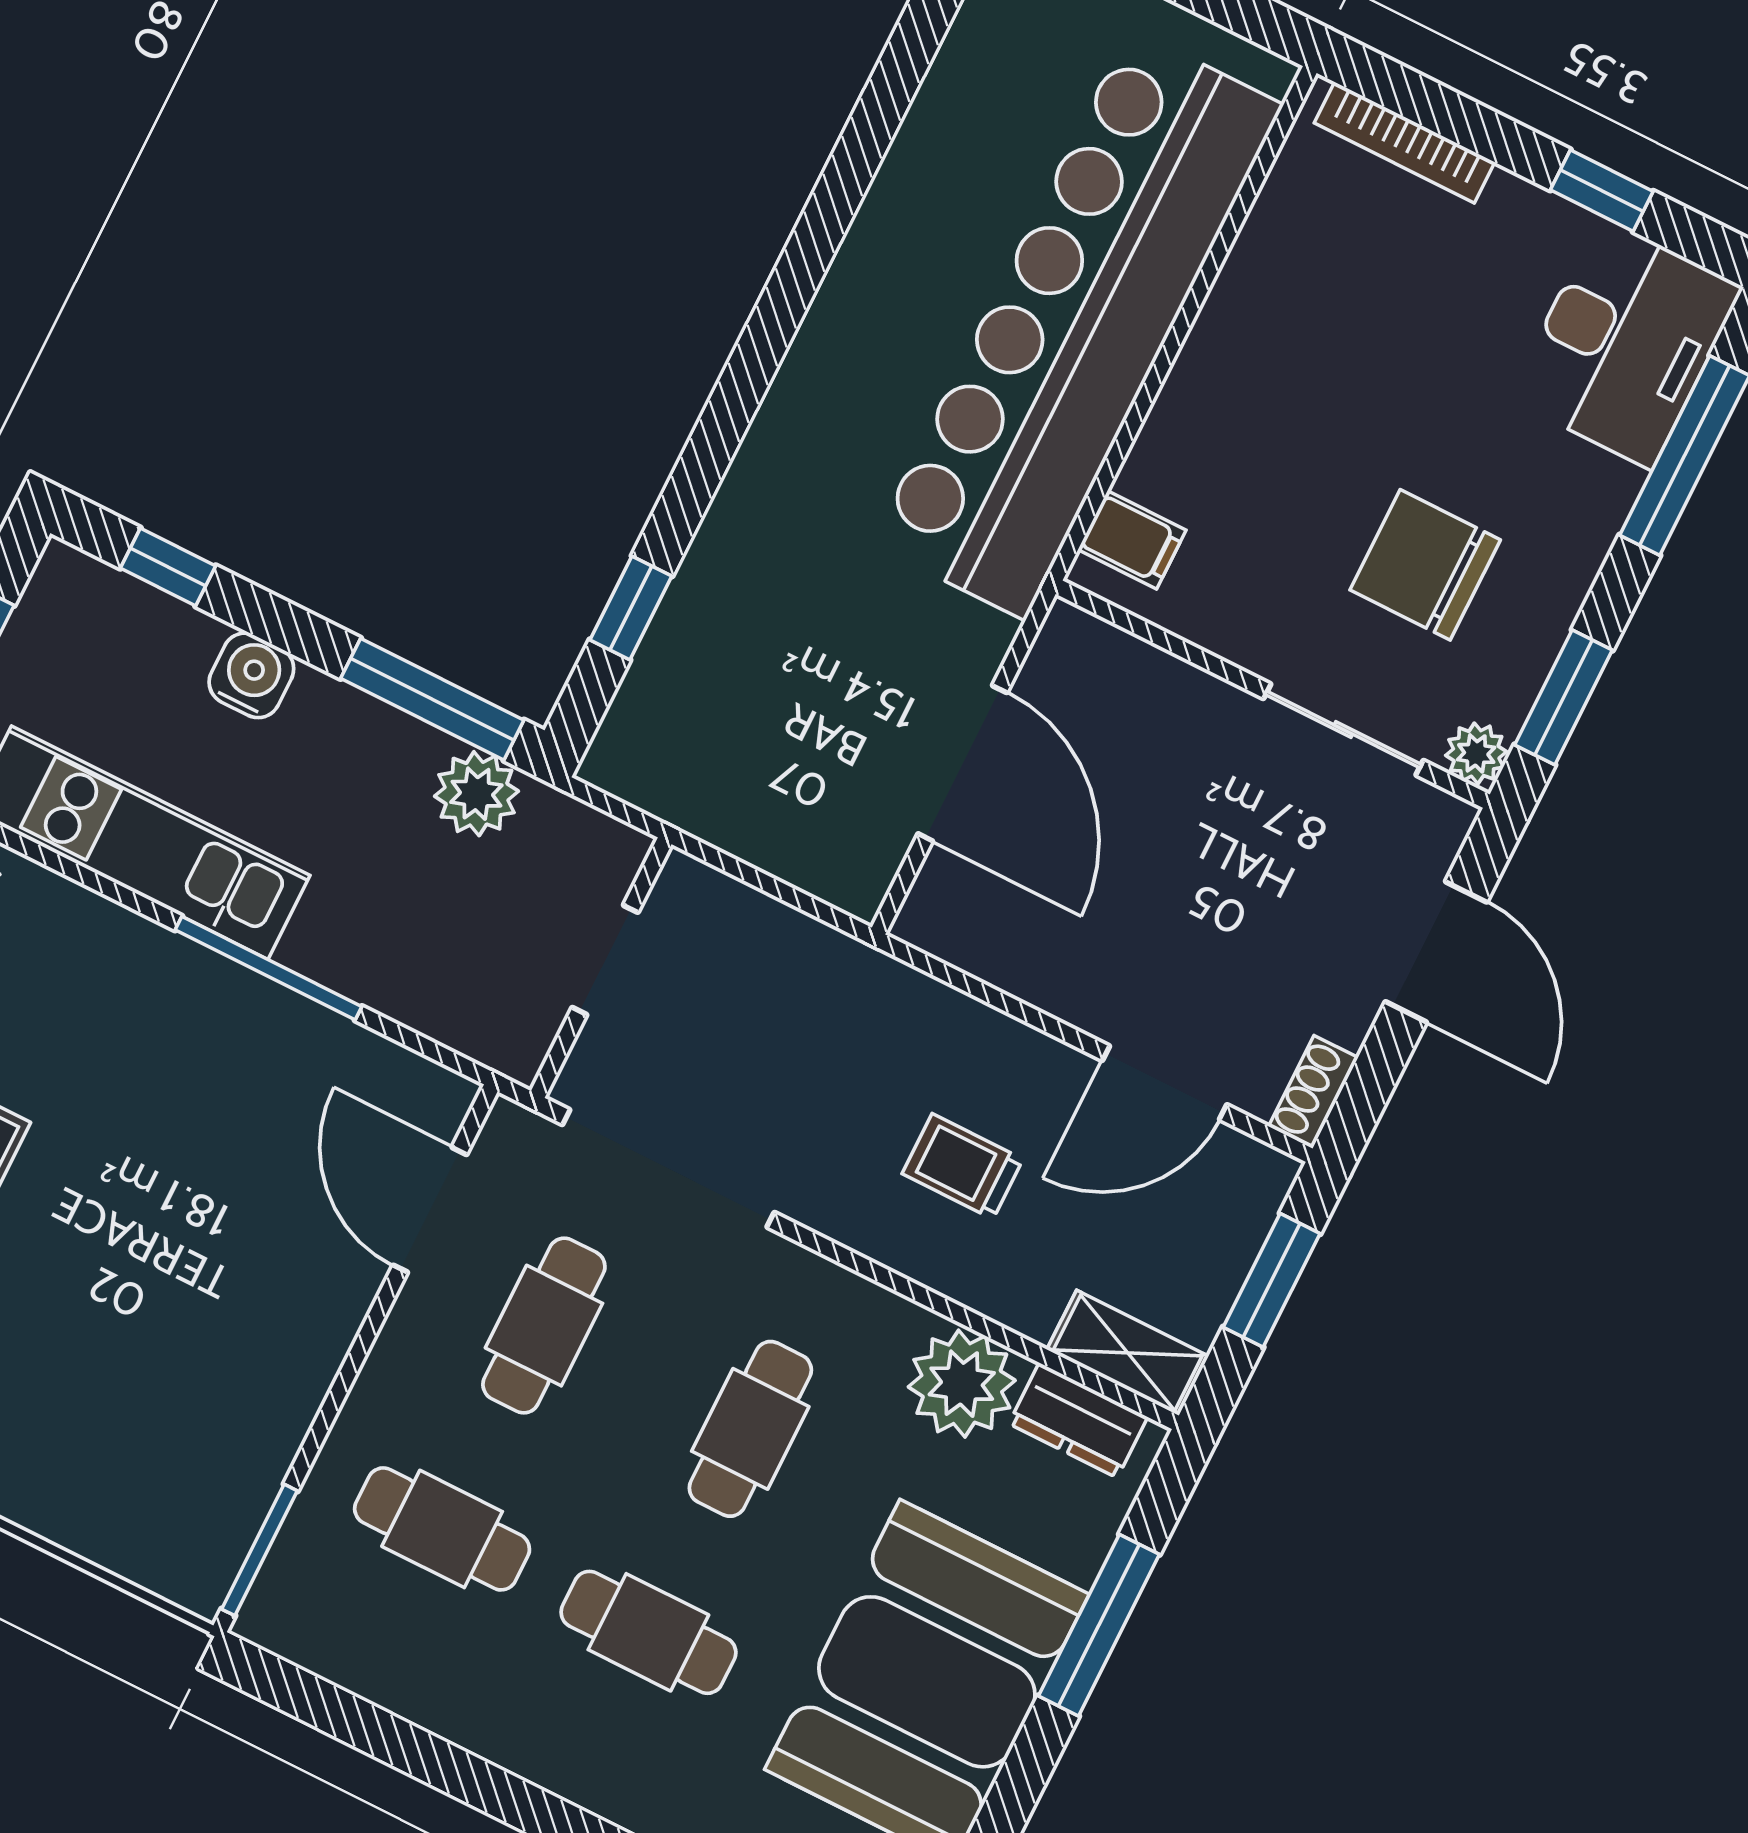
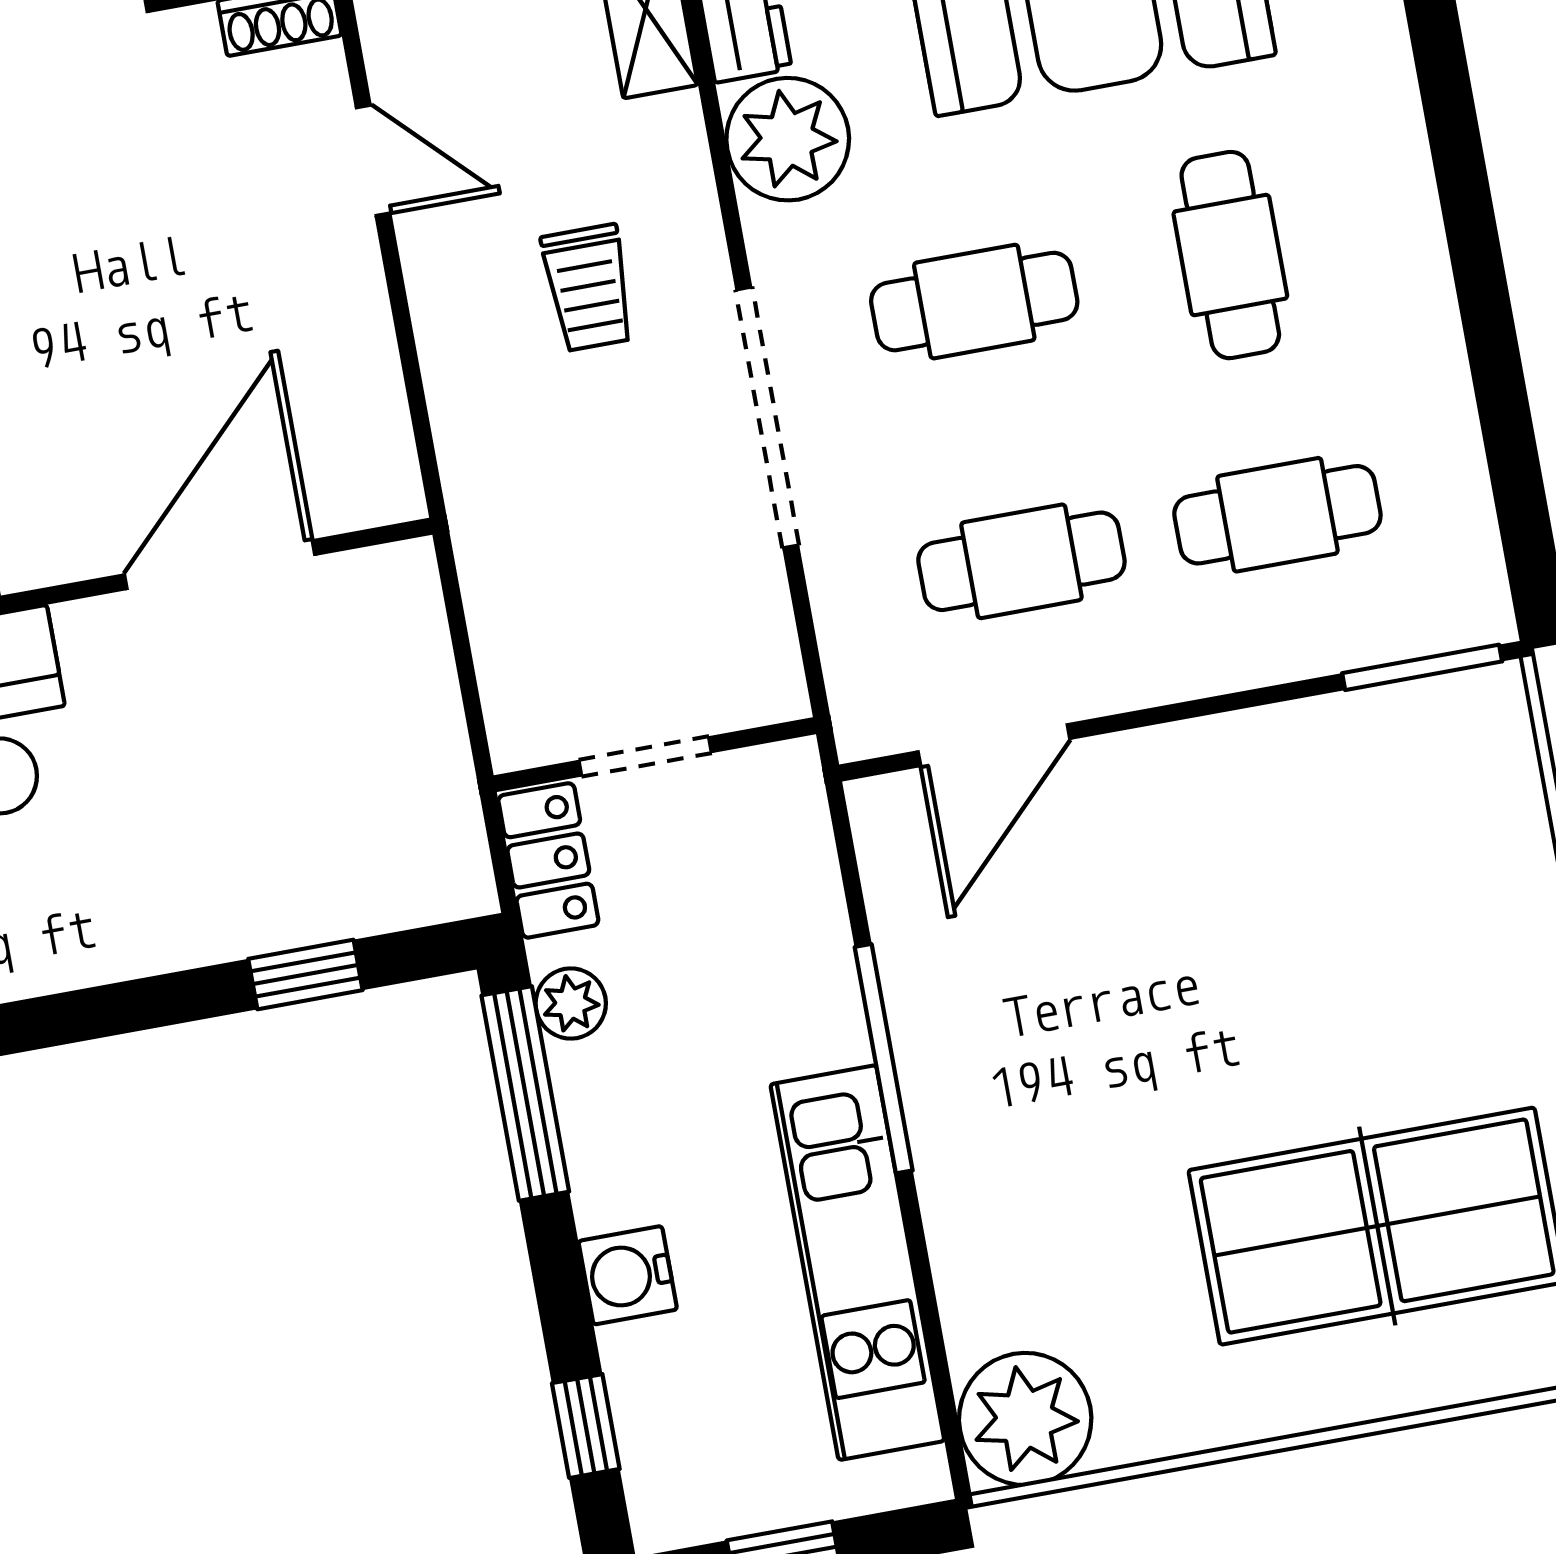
plant: (476, 794) -> (571, 1004), width x0.73, depth x0.73
locker: (583, 838) -> (548, 860), added
door: (1165, 1083) -> (373, 160), width x0.73
doorway: (668, 1168) -> (767, 417), moved
cafe table: (442, 1529) -> (1277, 515), turned 90

